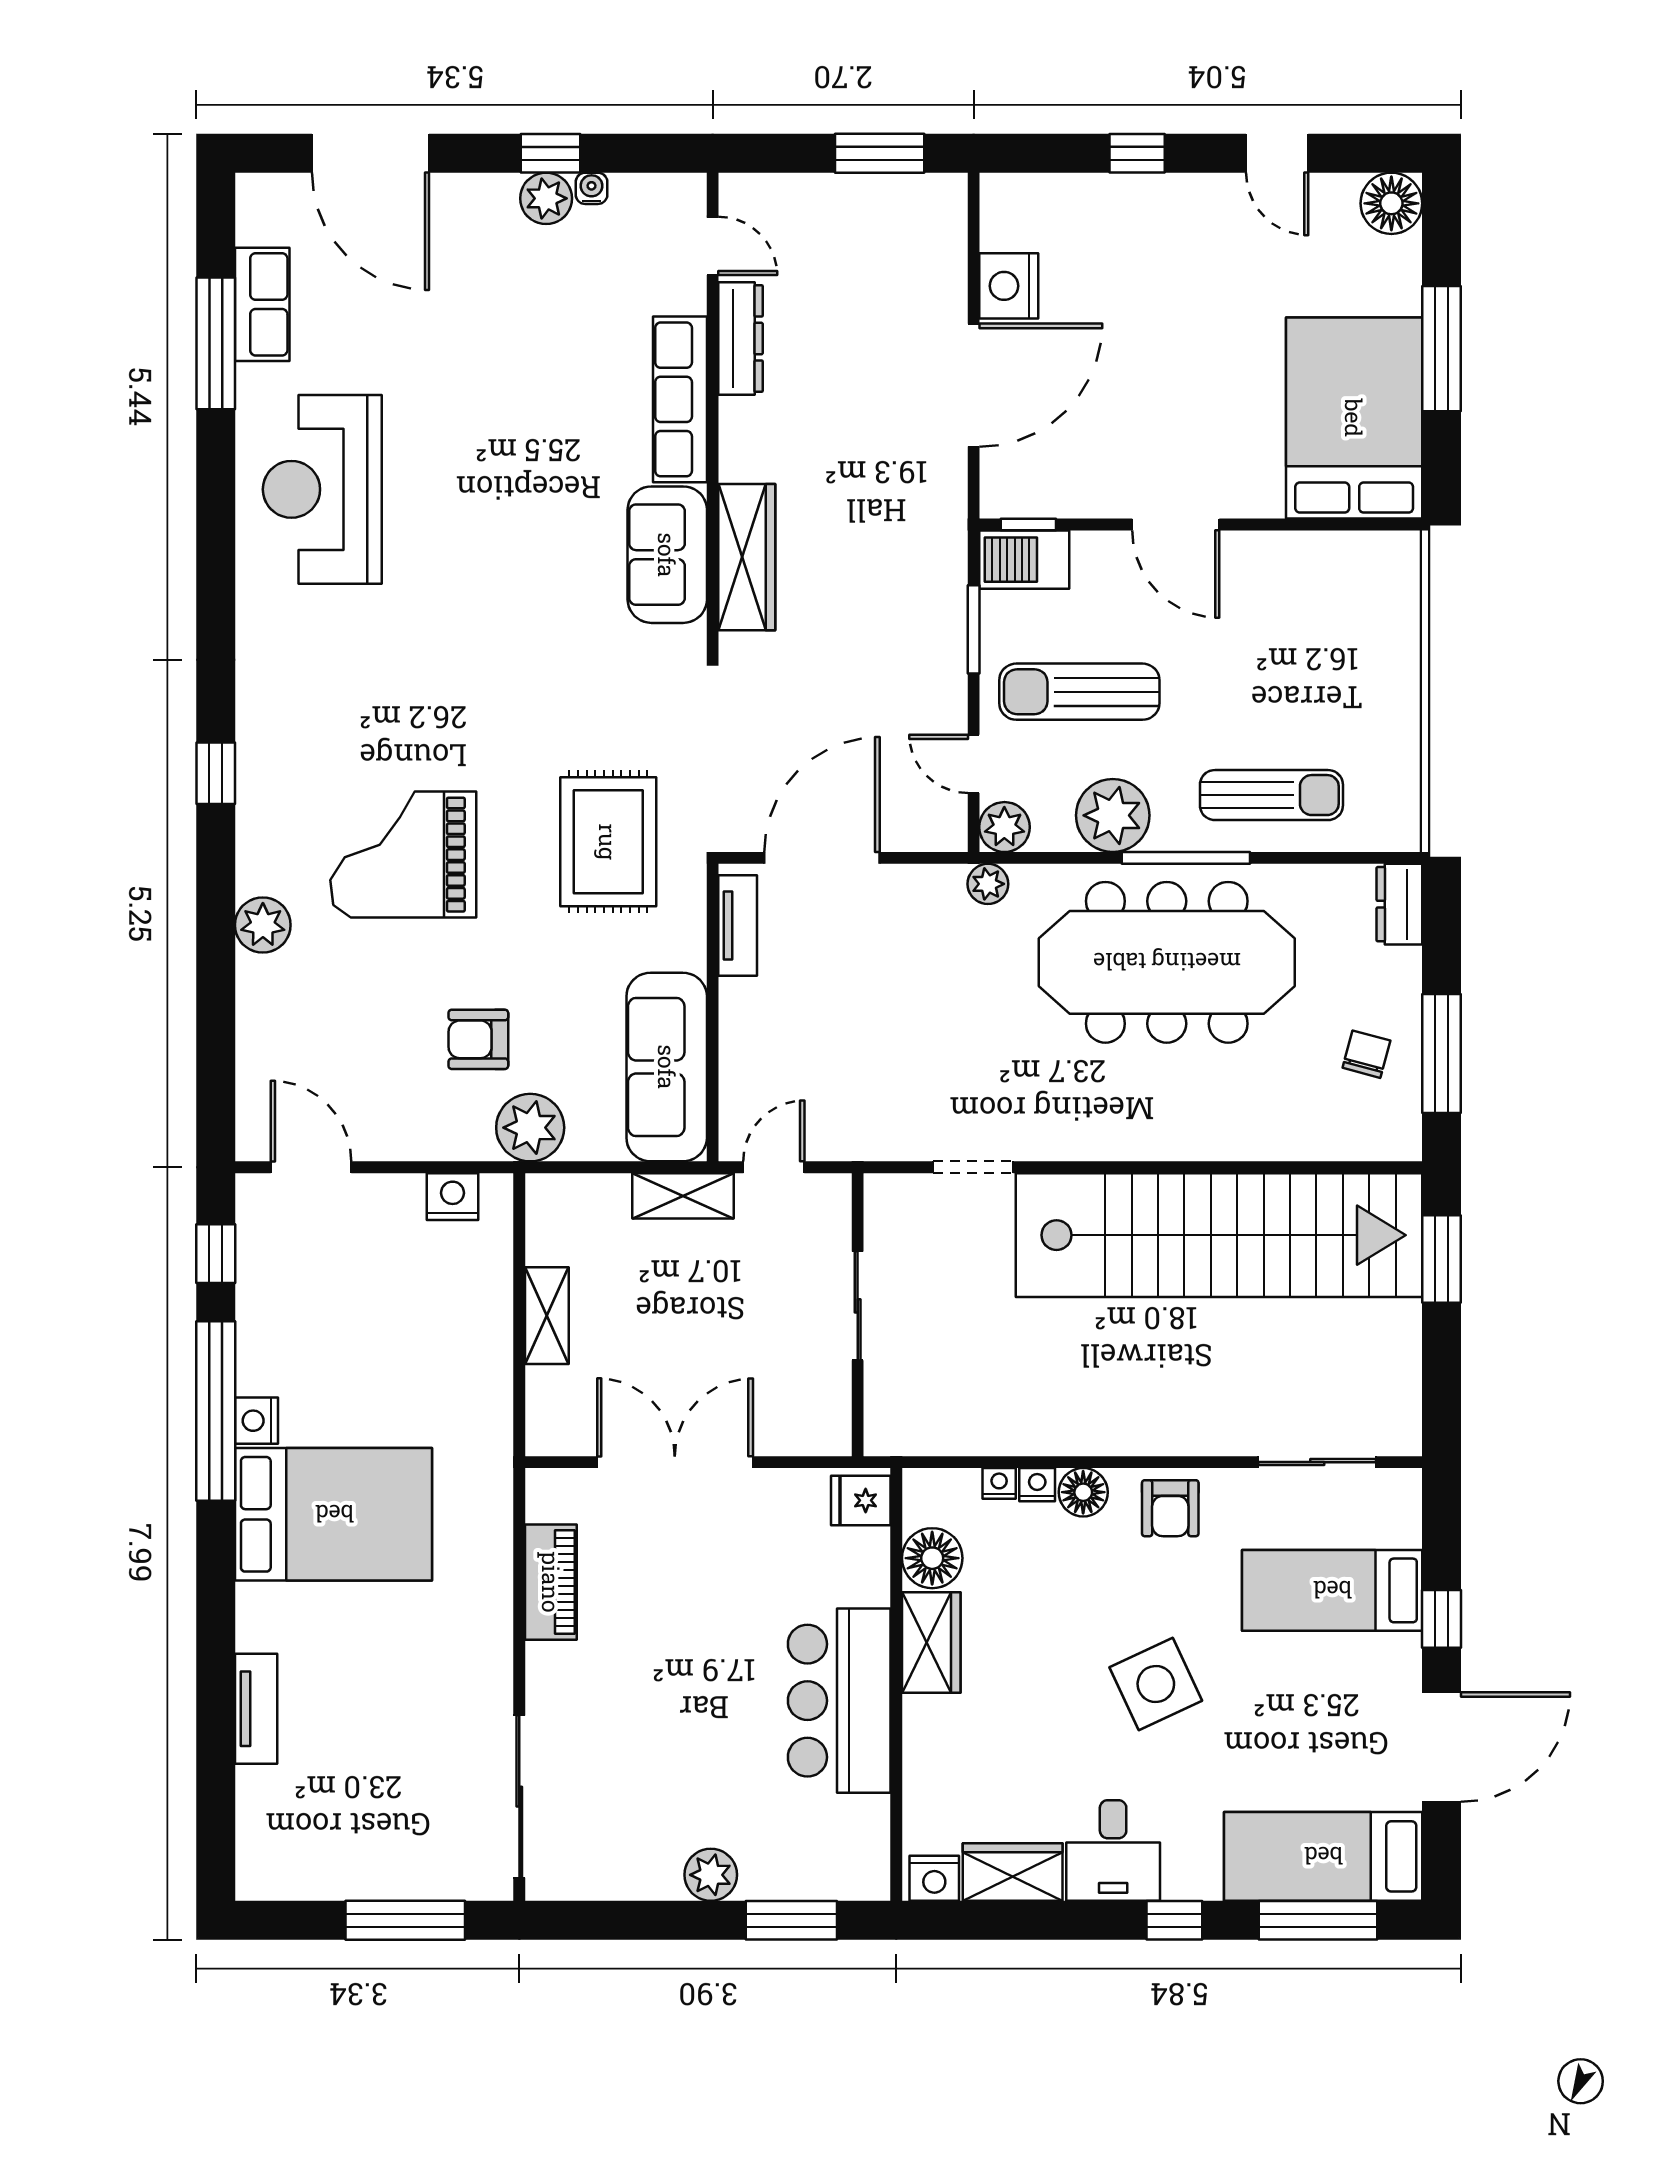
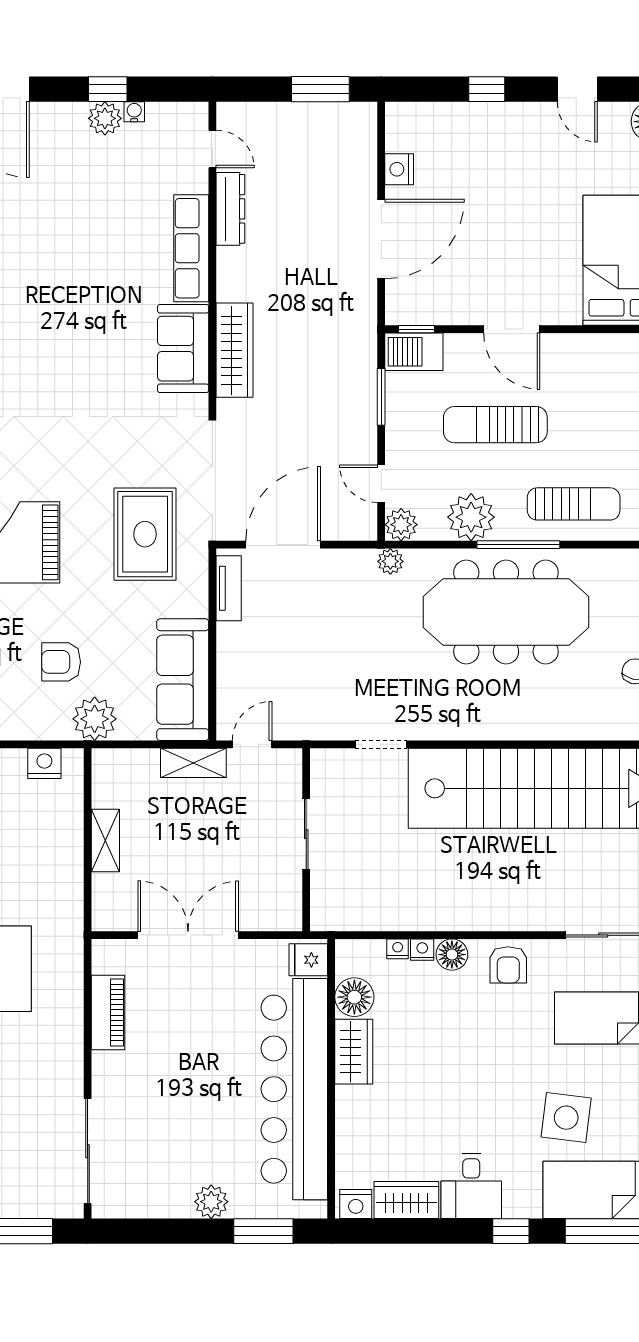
nightstand: (1009, 286) -> (399, 169), width x0.74, depth x0.75
sun lounger: (1079, 692) -> (495, 425), moved
side table: (1156, 1684) -> (566, 1118), moved, turned 32
bar counter: (839, 1701) -> (294, 1089), width x1.86

